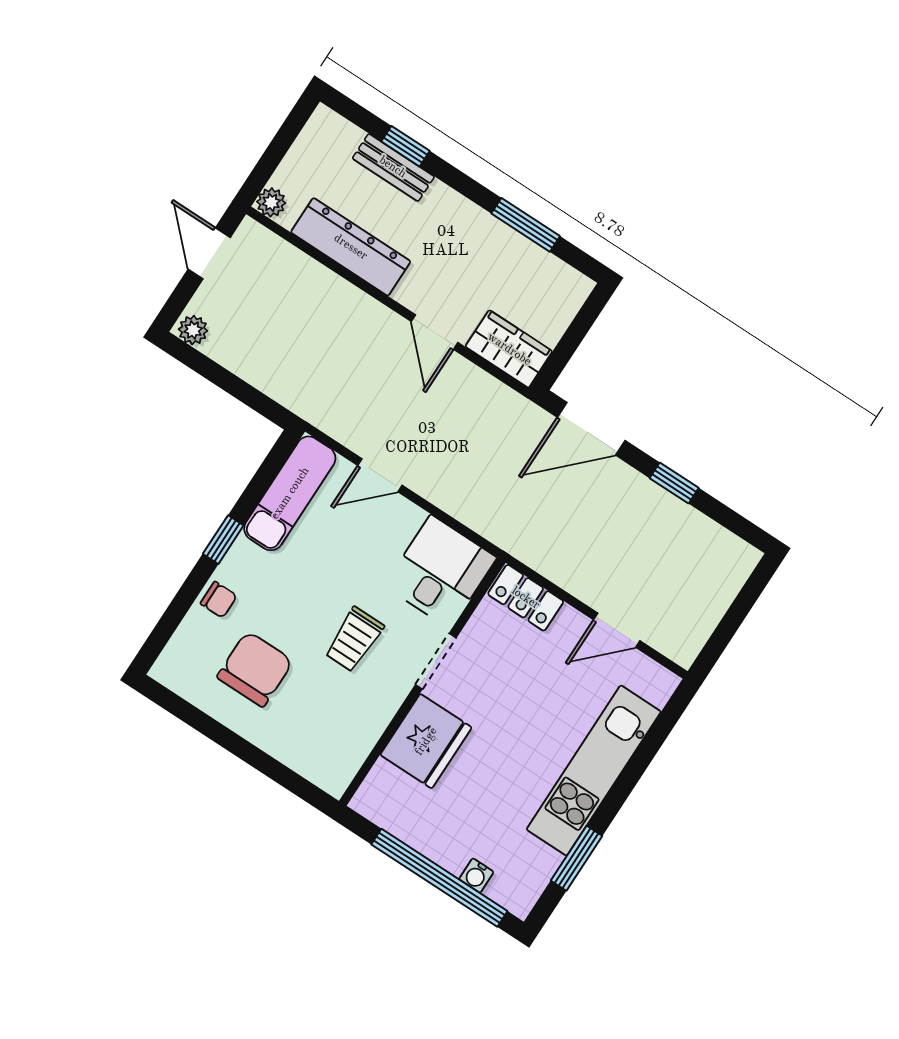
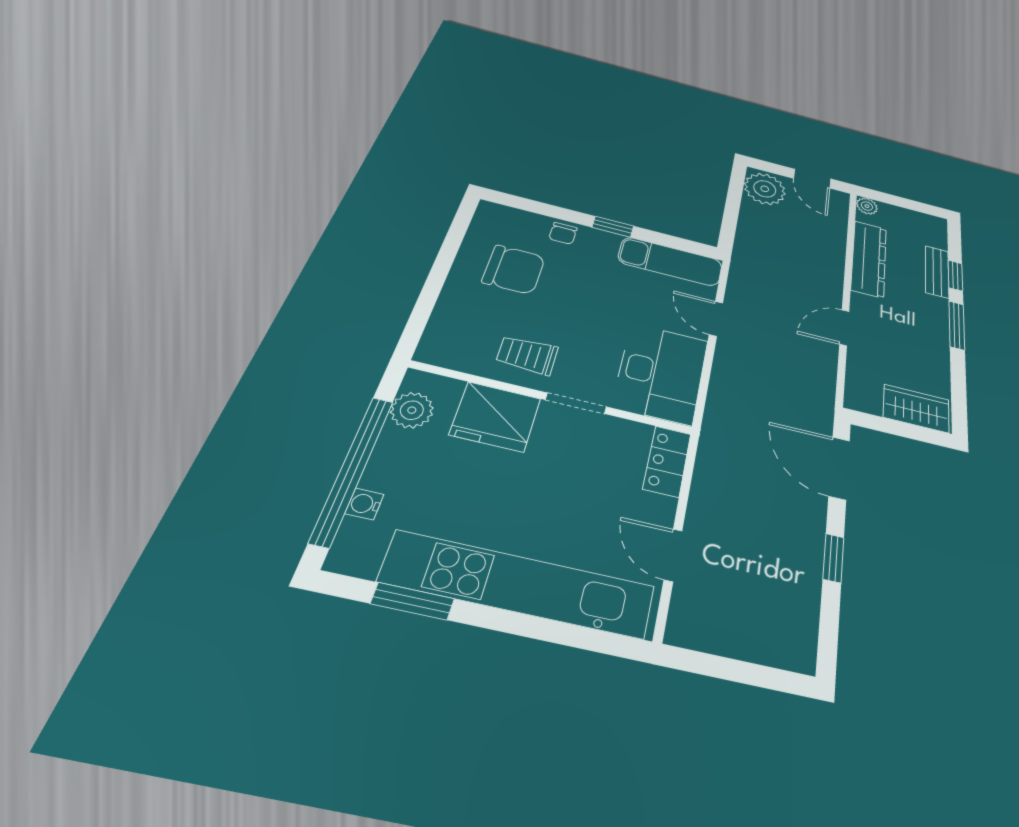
window: (526, 225) -> (957, 325), moved
door: (209, 253) -> (812, 179), swing flipped
plant: (193, 330) -> (765, 189), width x1.87, depth x1.87
wardrobe: (509, 349) -> (916, 408), moved, turned -90
desk: (440, 572) -> (661, 373), width x1.37
trolley: (354, 639) -> (527, 355), moved
kitchen unit: (594, 770) -> (519, 584), width x1.36
plant: (395, 814) -> (412, 410), added

